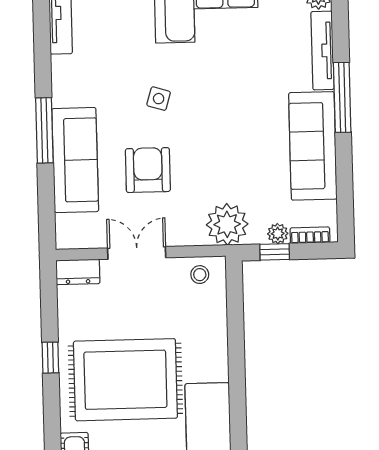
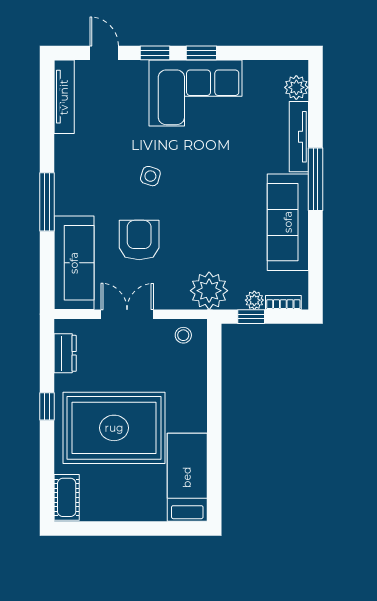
sofa: (75, 160) -> (74, 263), moved
dresser: (78, 272) -> (65, 353), moved, turned -90

